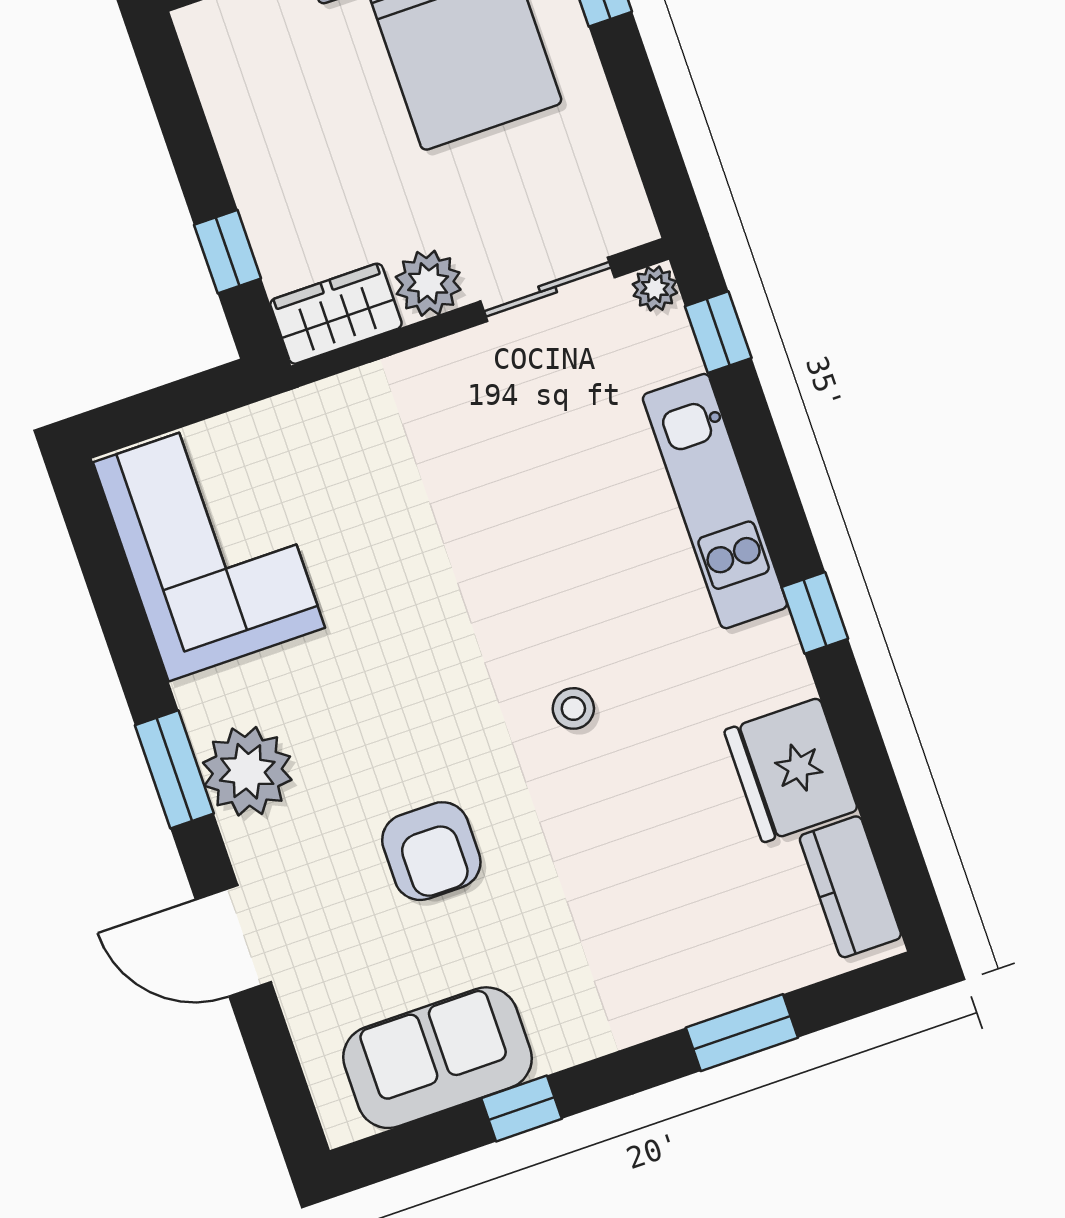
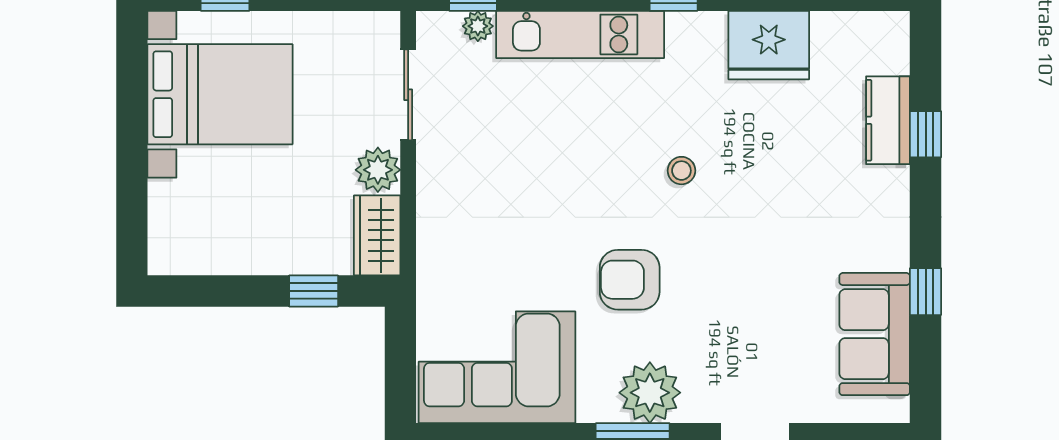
plant: (655, 288) -> (478, 26), moved
armchair: (431, 851) -> (630, 280), moved, turned 180
kitchen counter: (850, 887) -> (888, 120), moved, turned 90
window: (742, 1033) -> (926, 134), width x0.67

